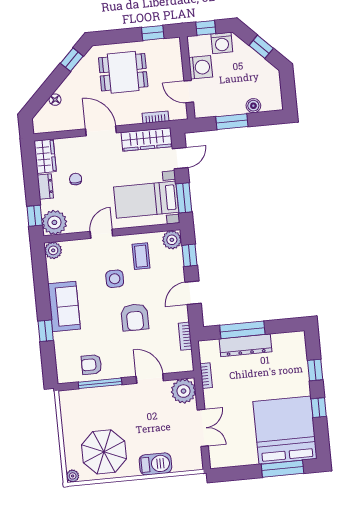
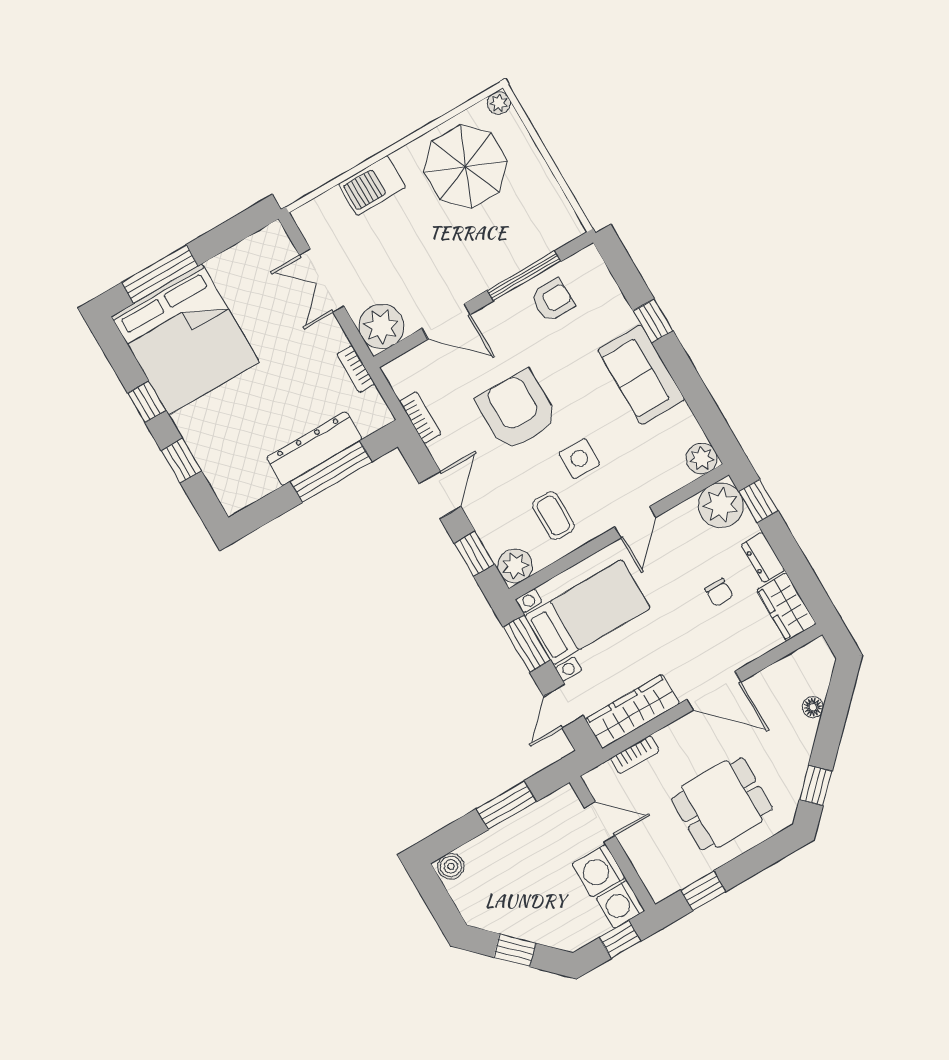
washing machine: (222, 43) -> (620, 904), moved, turned -90
boiler: (253, 106) -> (451, 866), moved
armchair: (135, 317) -> (517, 411), width x1.36, depth x1.36

